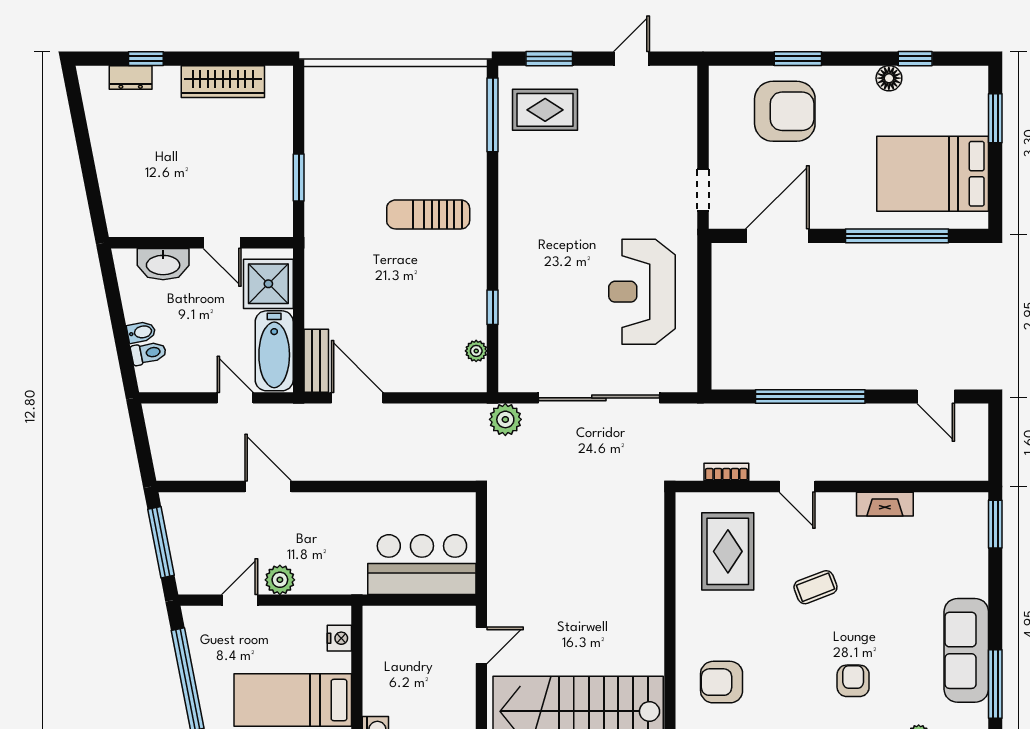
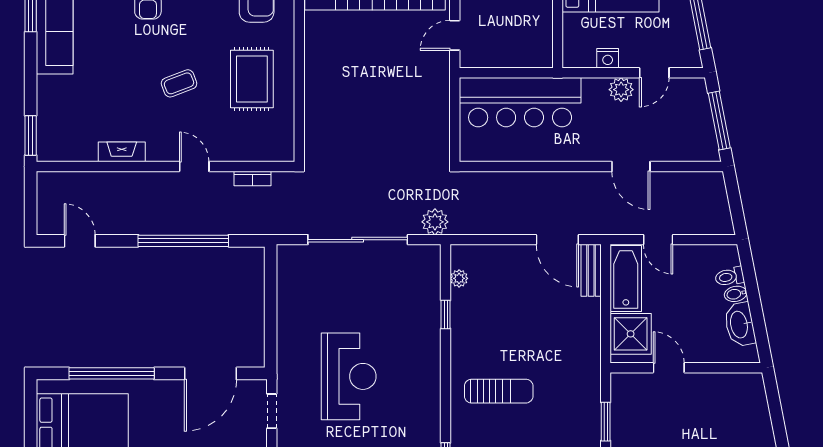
washbasin: (163, 264) -> (740, 324), moved, turned -101
reception desk: (642, 292) -> (349, 376), moved
rug: (728, 551) -> (252, 79), moved
bar counter: (422, 565) -> (520, 102), width x1.36
nightstand: (339, 638) -> (608, 58), moved, turned -90

